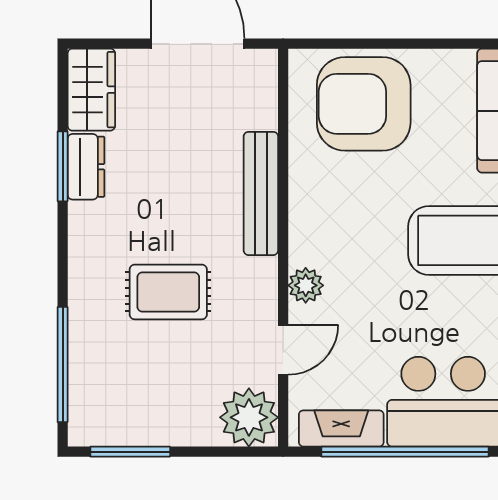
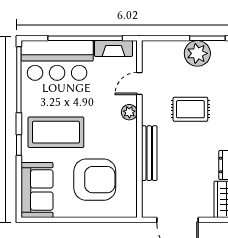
armchair: (364, 104) -> (95, 180), moved
plant: (249, 417) -> (197, 53), moved

